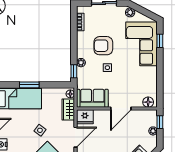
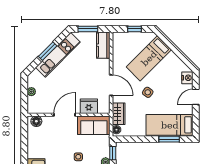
window: (29, 85) -> (169, 139), moved
fridge: (85, 117) -> (89, 106), moved
window: (160, 122) -> (24, 101), removed
door: (76, 137) -> (111, 85), swing flipped

